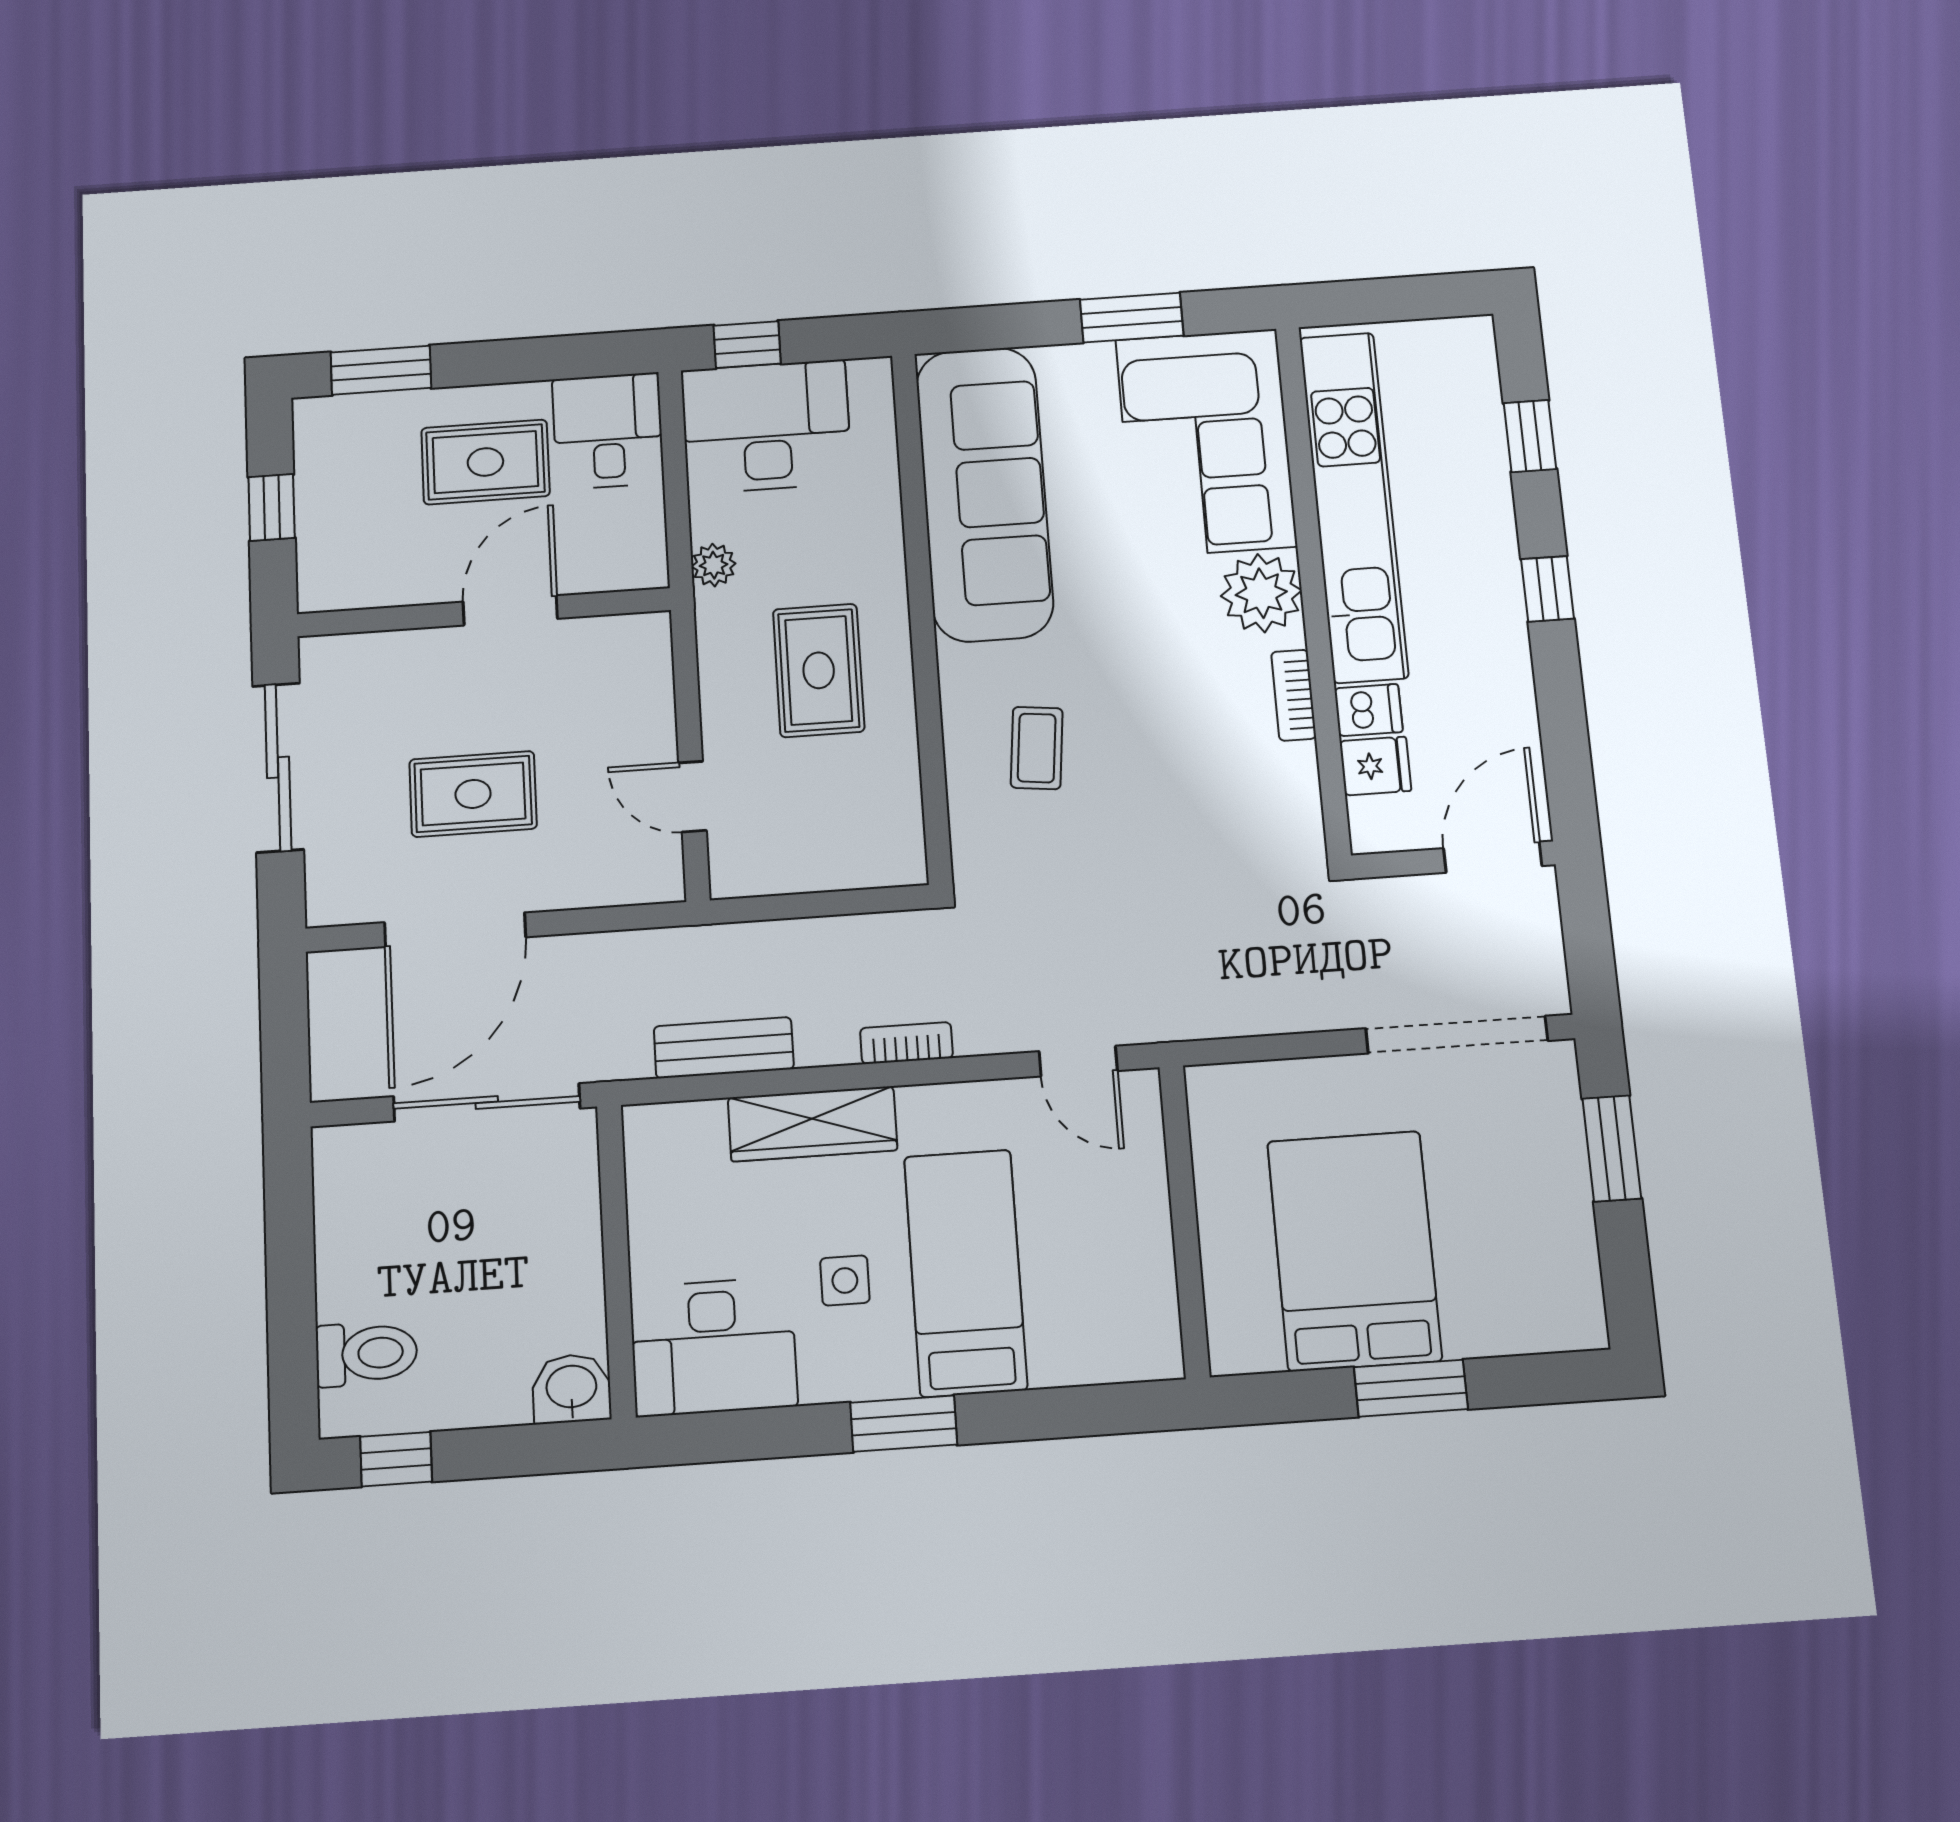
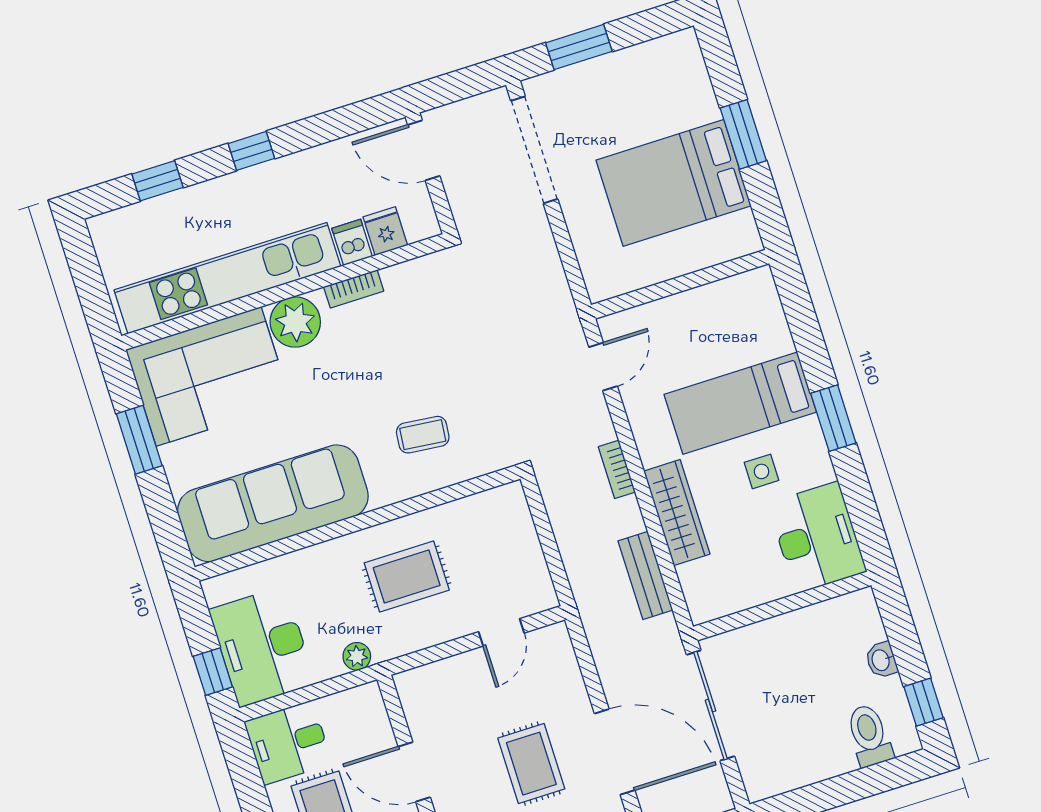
washbasin: (572, 1388) -> (881, 660), moved, width x0.72, depth x0.69

